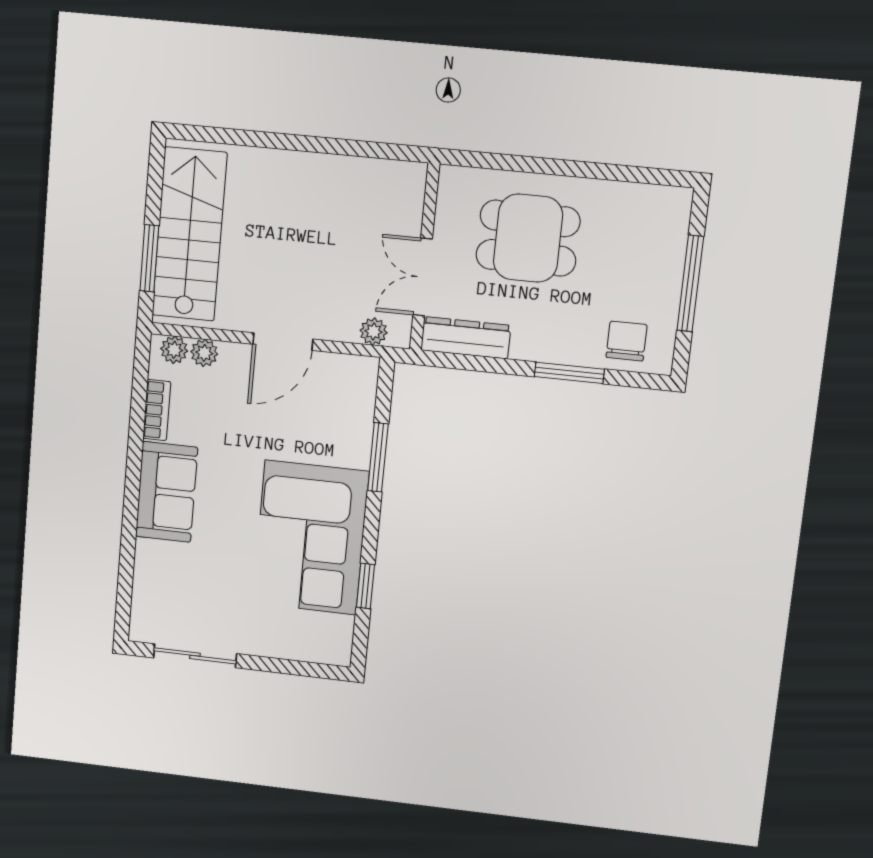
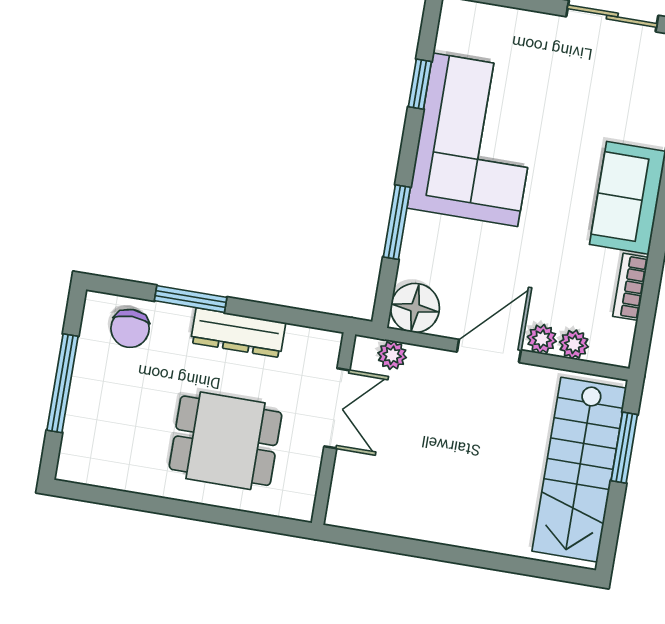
dresser: (466, 338) -> (238, 333), moved
plant: (174, 350) -> (542, 339), moved
floor lamp: (355, 378) -> (415, 308), added

